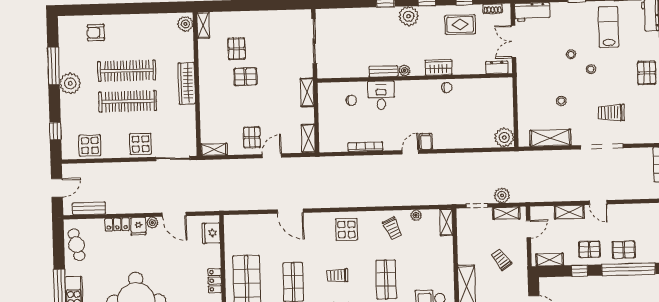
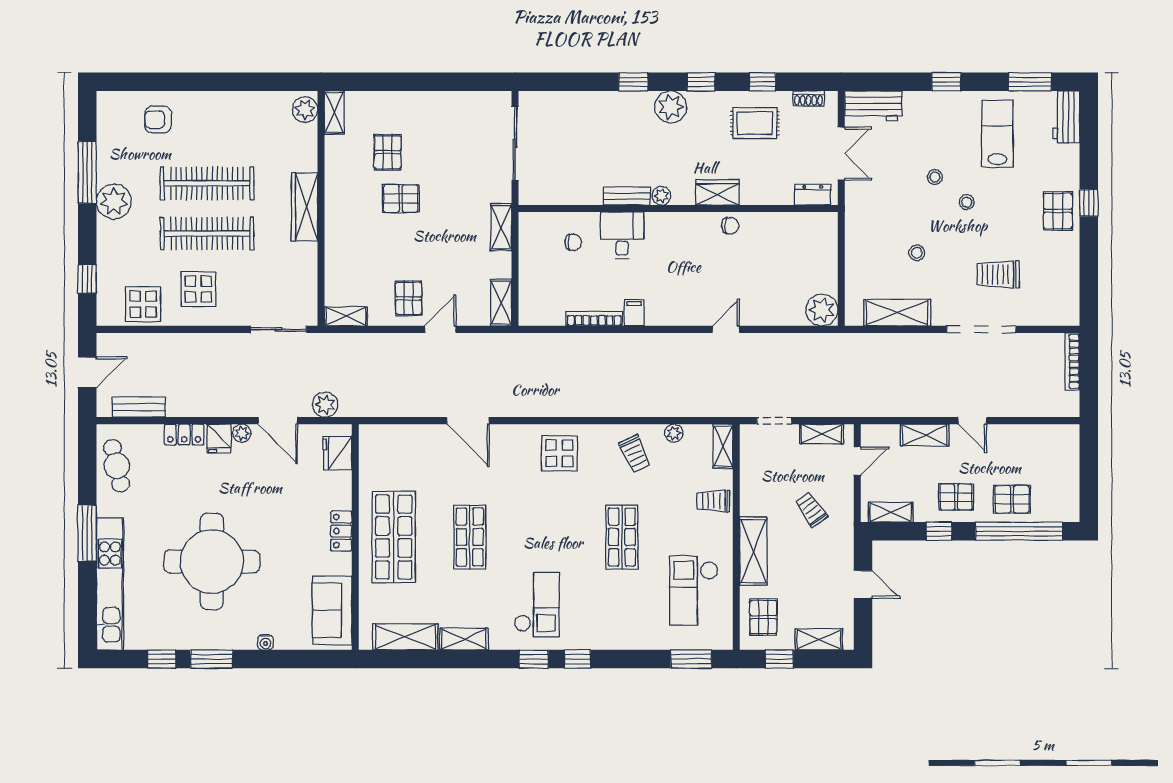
double door: (514, 42) -> (841, 153), swing flipped
filing cabinet: (426, 141) -> (634, 313), moved
display table: (141, 144) -> (198, 289), moved
door: (410, 152) -> (726, 329), moved
plant: (502, 195) -> (325, 405), moved
trolley: (337, 275) -> (713, 501), moved

